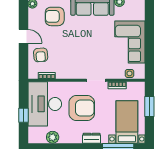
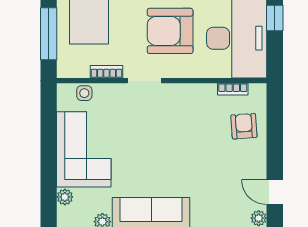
armchair: (55, 16) -> (219, 195), removed
plant: (140, 16) -> (65, 197), added
door: (24, 36) -> (275, 192), moved
window: (149, 106) -> (49, 34), width x1.44

